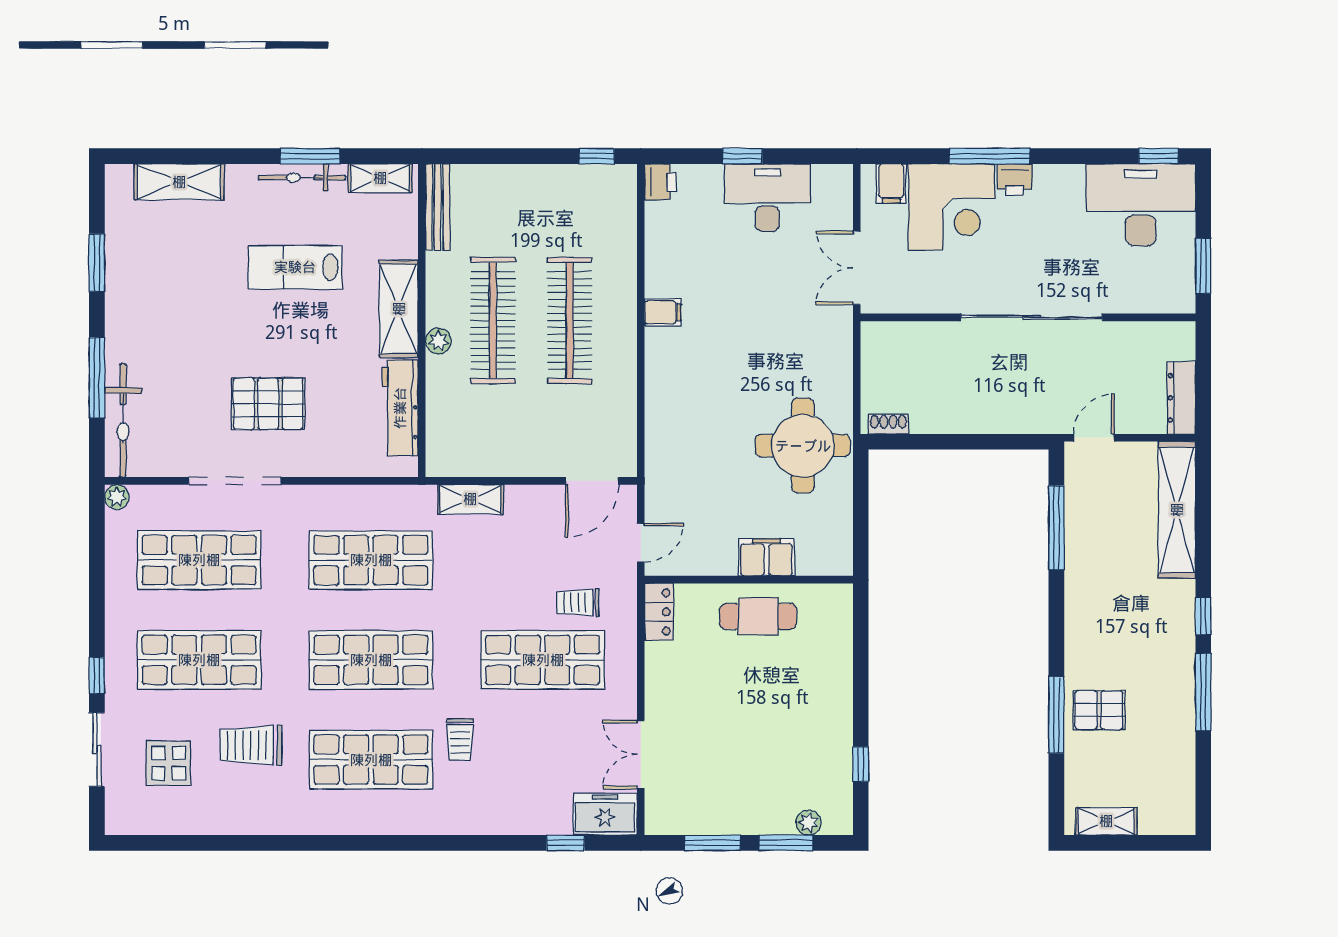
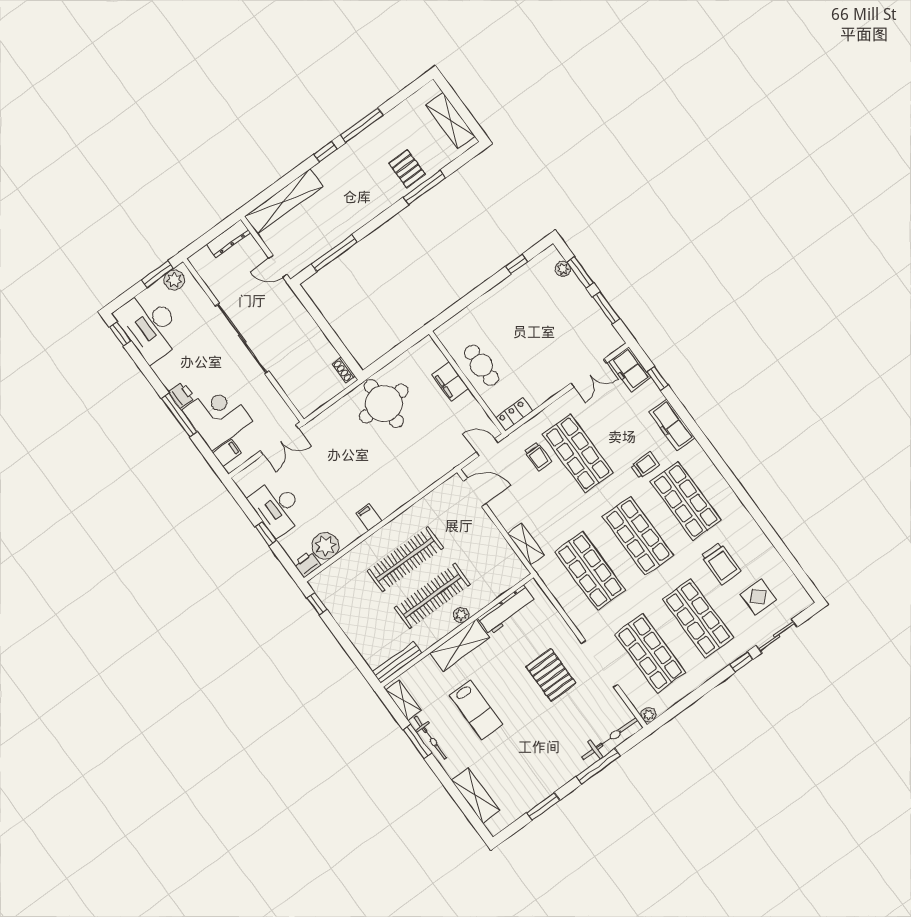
plant: (667, 225) -> (325, 546), added
plant: (1179, 283) -> (174, 280), added
freezer: (488, 816) -> (672, 425), added
shelving: (1106, 821) -> (450, 121), width x1.50, depth x1.33

